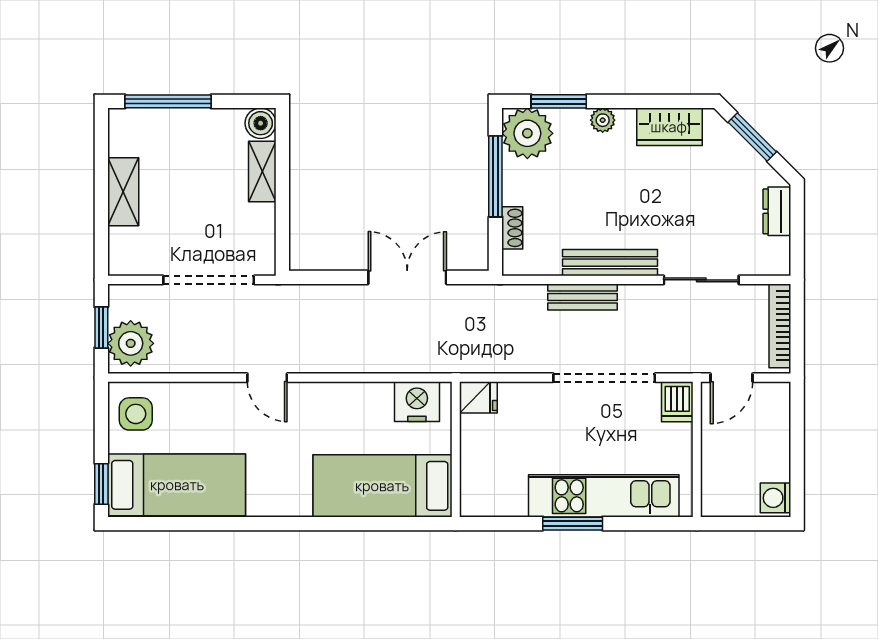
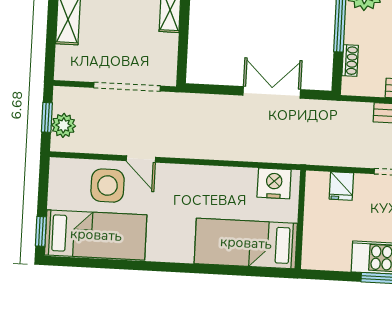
plant: (131, 343) -> (64, 125), width x0.73, depth x0.73
door: (267, 378) -> (141, 159), moved
fridge: (478, 397) -> (341, 186), moved, turned 90
side table: (136, 414) -> (108, 186), moved, width x1.37, depth x1.37

